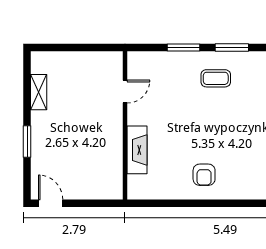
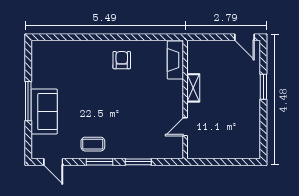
coffee table: (216, 78) -> (93, 144), moved
shelving: (39, 92) -> (193, 88), moved
fireplace: (137, 150) -> (175, 60), moved

